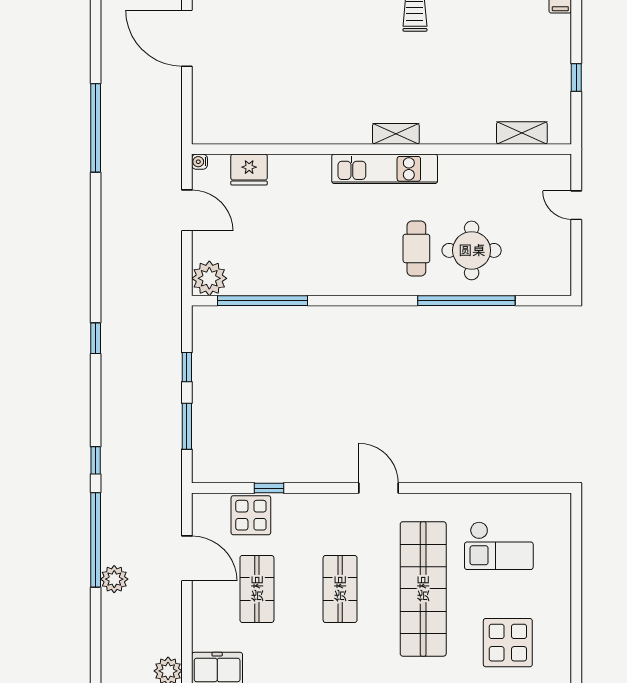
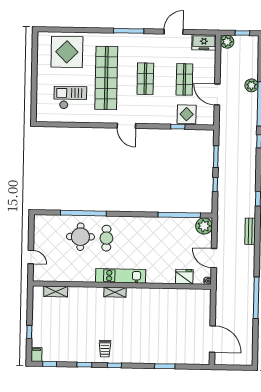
window: (576, 77) -> (29, 332), moved
bench: (111, 269) -> (250, 231), added
display table: (508, 643) -> (67, 52), width x1.36, depth x1.36

